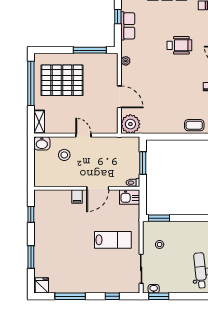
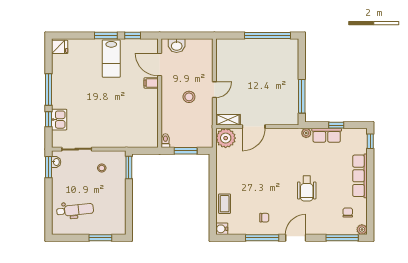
plant: (126, 61) -> (306, 133), moved
pallet: (62, 80) -> (271, 68), removed
shelving: (39, 122) -> (228, 120), moved
washbasin: (42, 143) -> (177, 46), moved, turned -90
stool: (64, 155) -> (189, 97), moved
door: (98, 188) -> (160, 65), moved
kitchen sink: (130, 197) -> (59, 120), moved, turned 180
lab bench: (113, 240) -> (111, 59), moved
window: (31, 257) -> (106, 36), moved
window: (70, 296) -> (48, 89), moved

